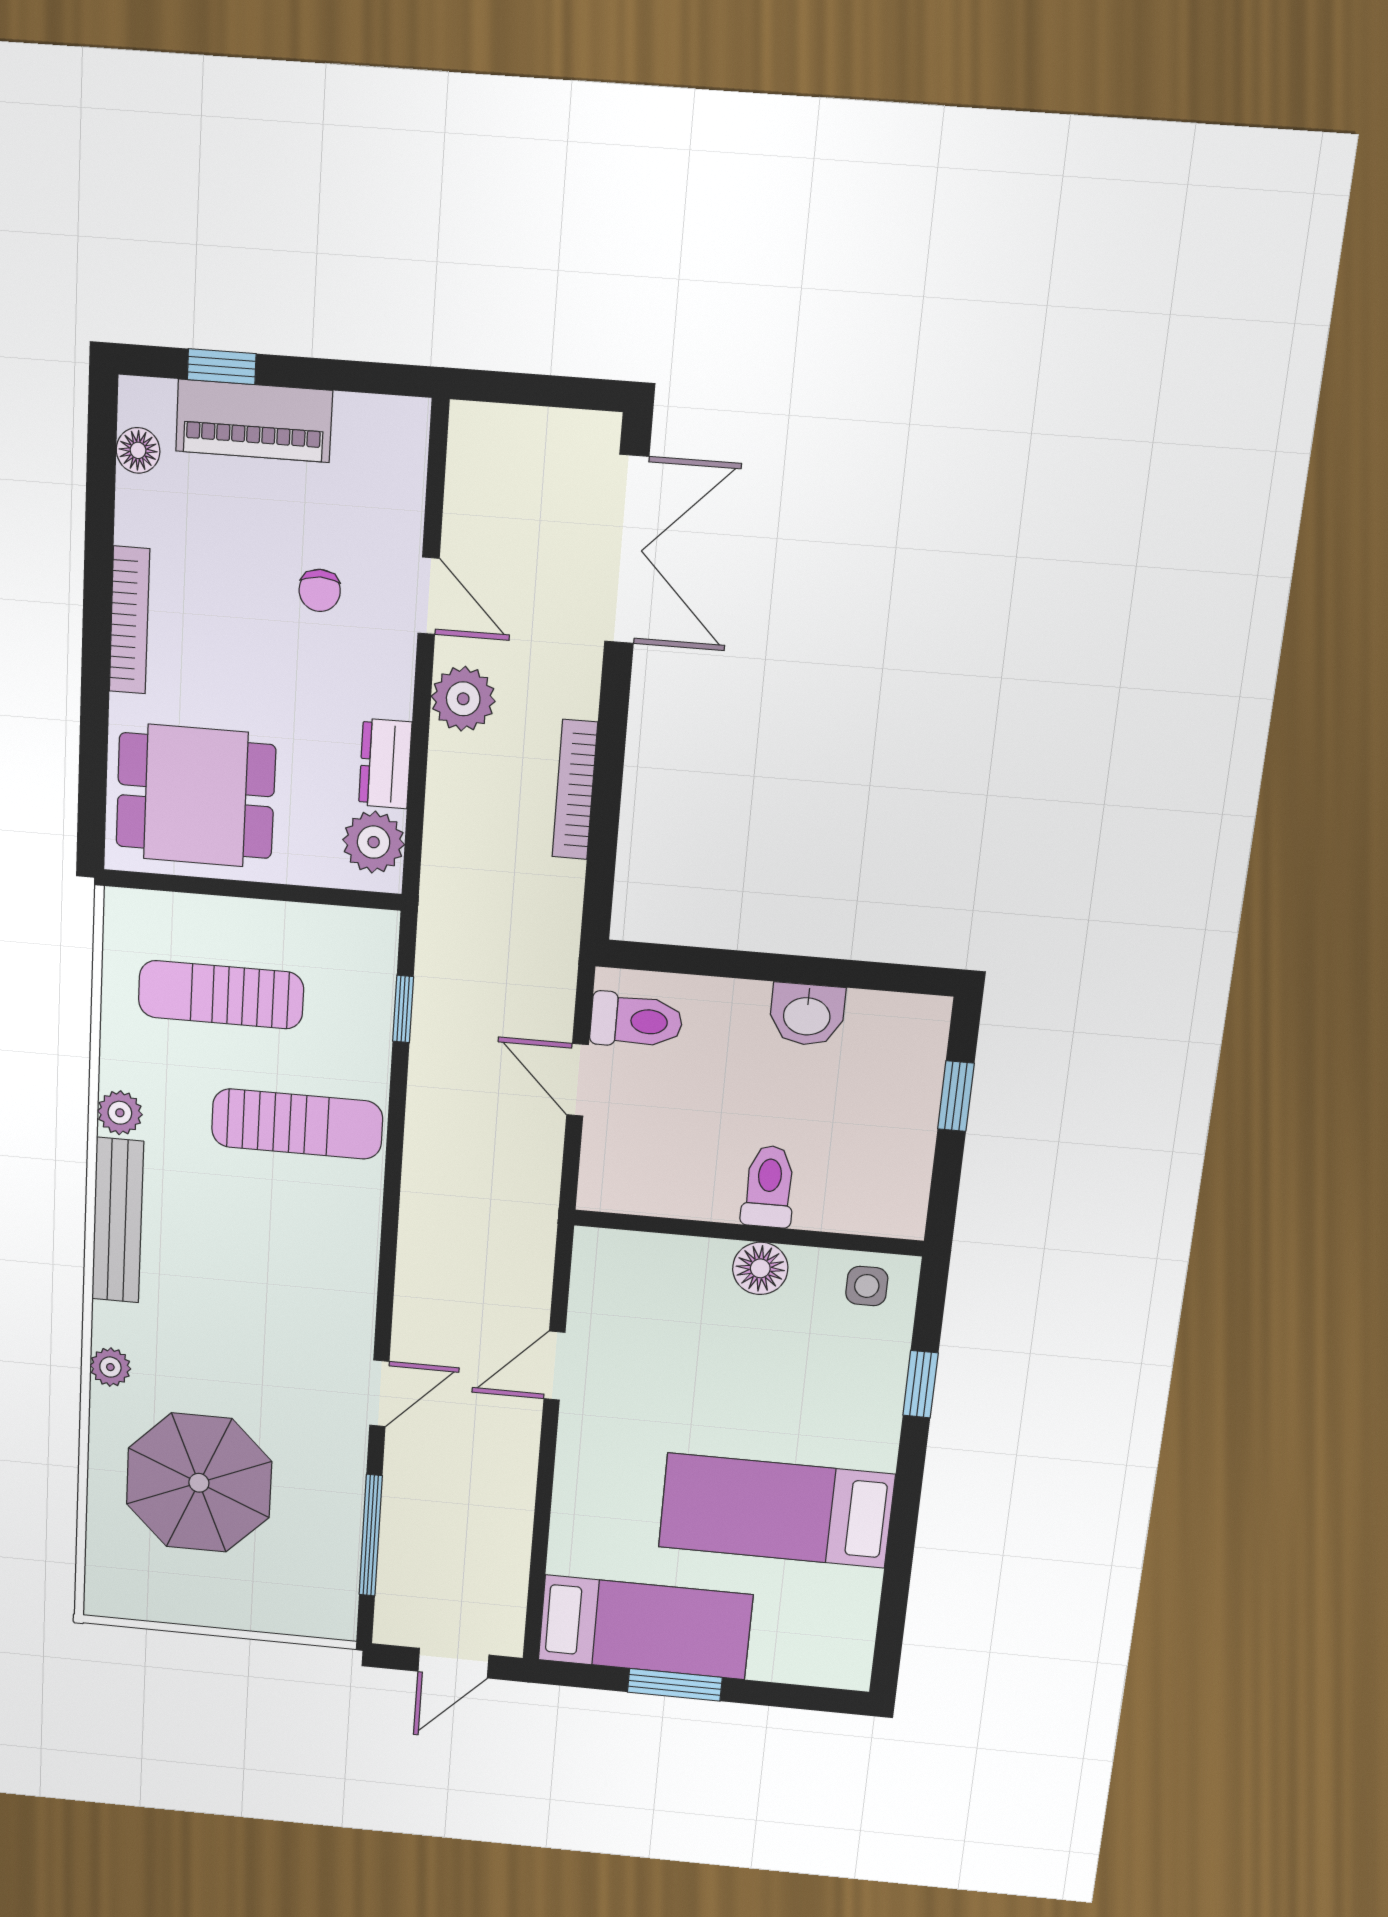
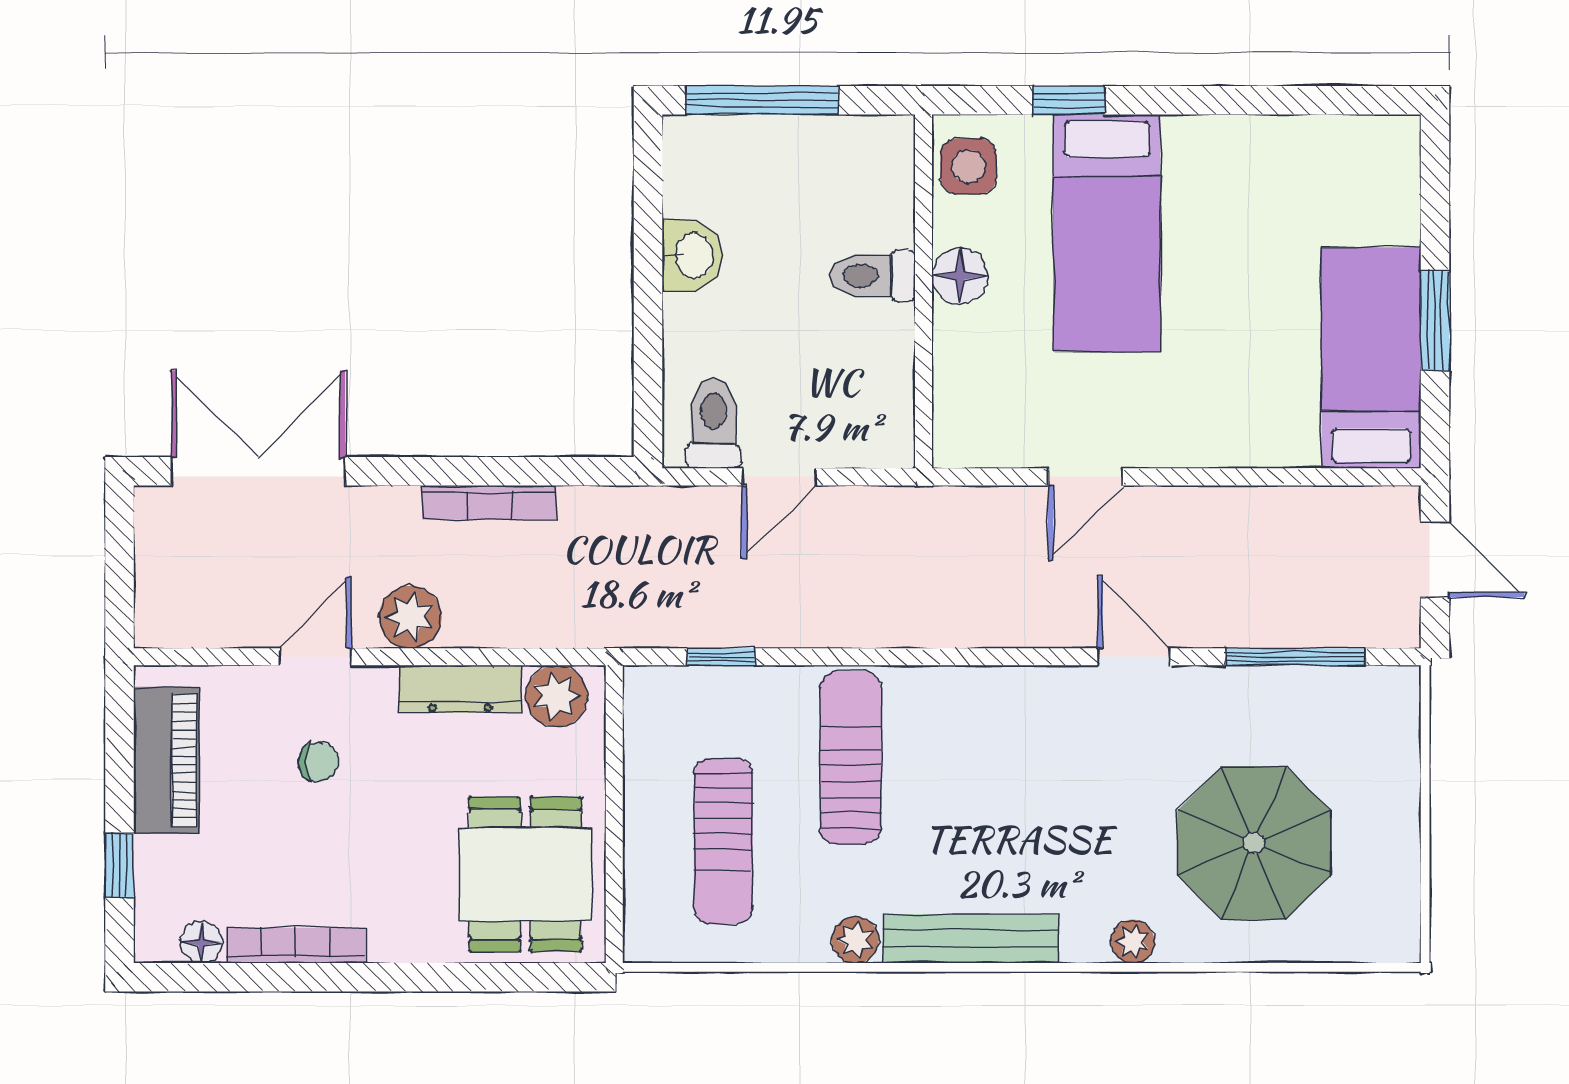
piano: (254, 421) -> (166, 760), moved
bookcase: (129, 620) -> (296, 945), moved
dresser: (385, 764) -> (460, 689), width x1.44
window: (956, 1096) -> (762, 100), width x2.17
side table: (867, 1286) -> (968, 166), width x1.37, depth x1.37
door: (554, 1366) -> (1085, 477), hinge flipped
bed: (776, 1511) -> (1107, 233), moved

